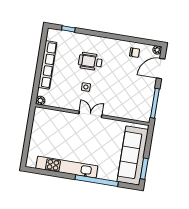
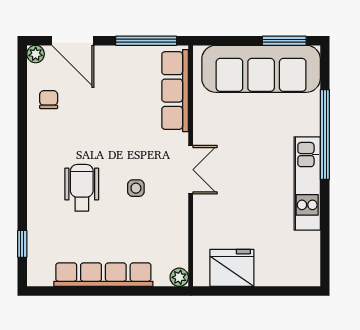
wheelchair: (90, 61) -> (82, 188), turned 180
row of seats: (129, 113) -> (175, 91), added
double door: (90, 114) -> (191, 170), swing flipped
fridge: (41, 126) -> (232, 268), added
kitchen unit: (67, 167) -> (307, 183), width x0.73

